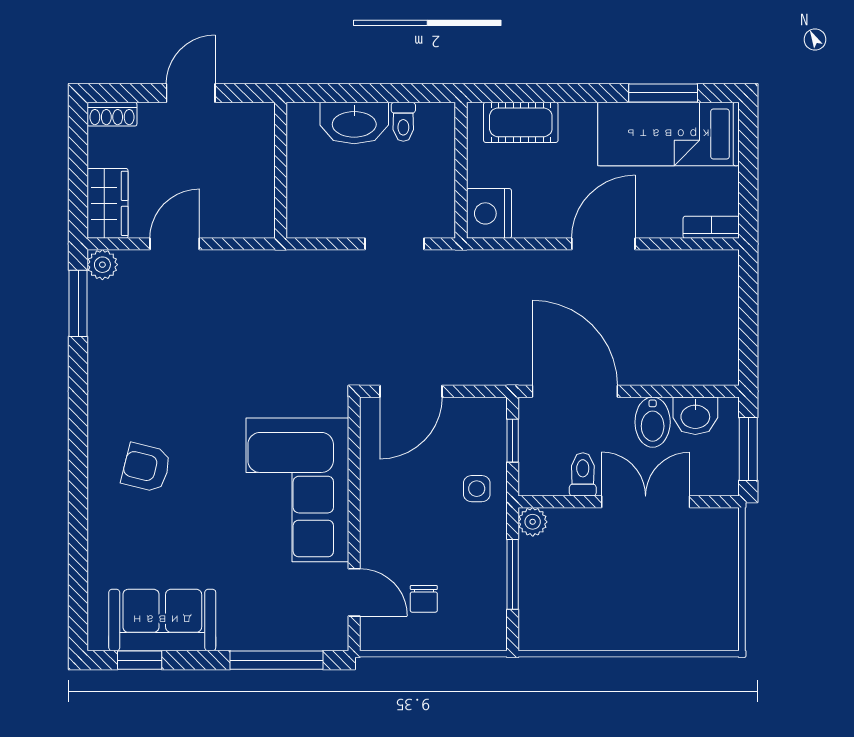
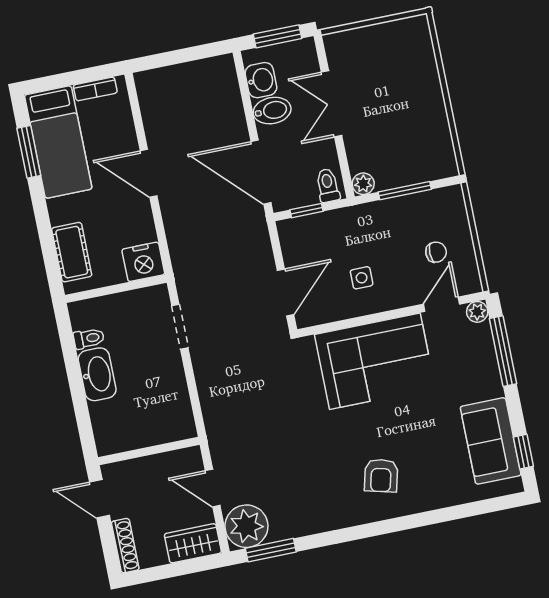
shoe rack: (112, 114) -> (125, 546), width x1.43
wall: (281, 170) -> (149, 451), moved
bookcase: (711, 227) -> (95, 89), moved, turned -90
plant: (102, 265) -> (246, 526), width x1.88, depth x1.88
door: (411, 391) -> (286, 292), hinge flipped
door: (575, 391) -> (261, 172), hinge flipped
toilet: (583, 474) -> (328, 185), moved, turned 90
side table: (477, 489) -> (362, 278), moved
plant: (335, 637) -> (477, 312), added

